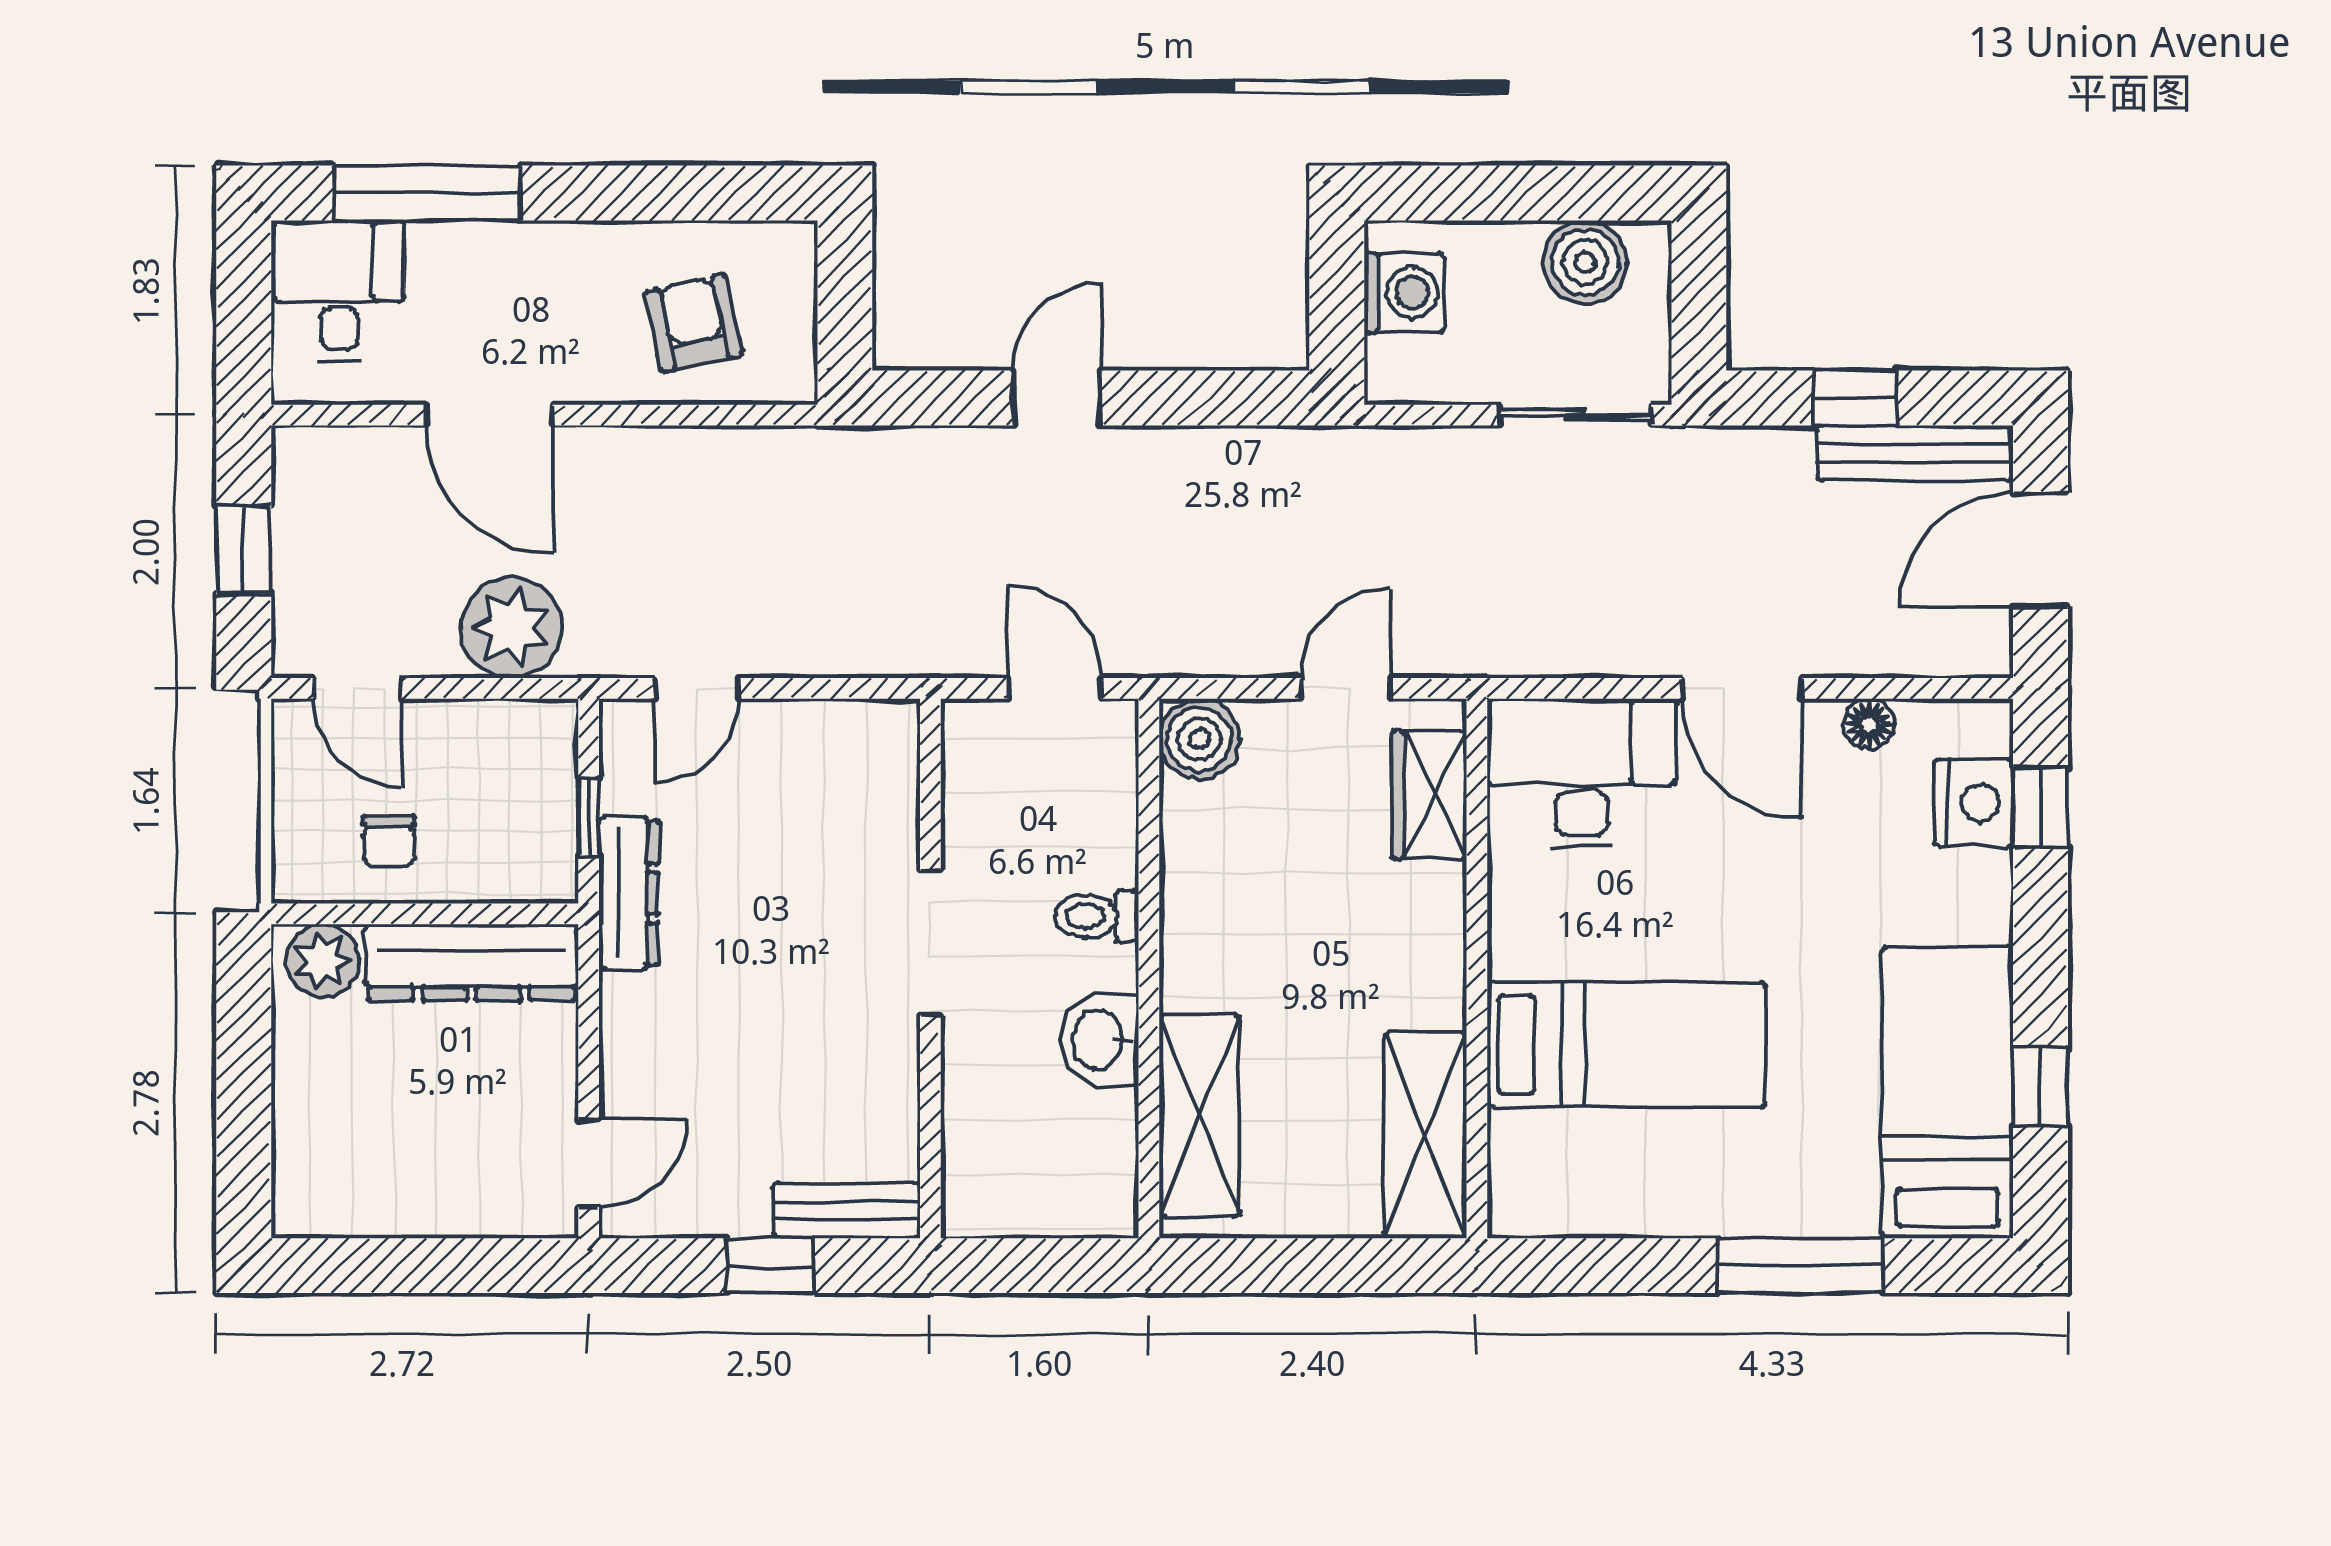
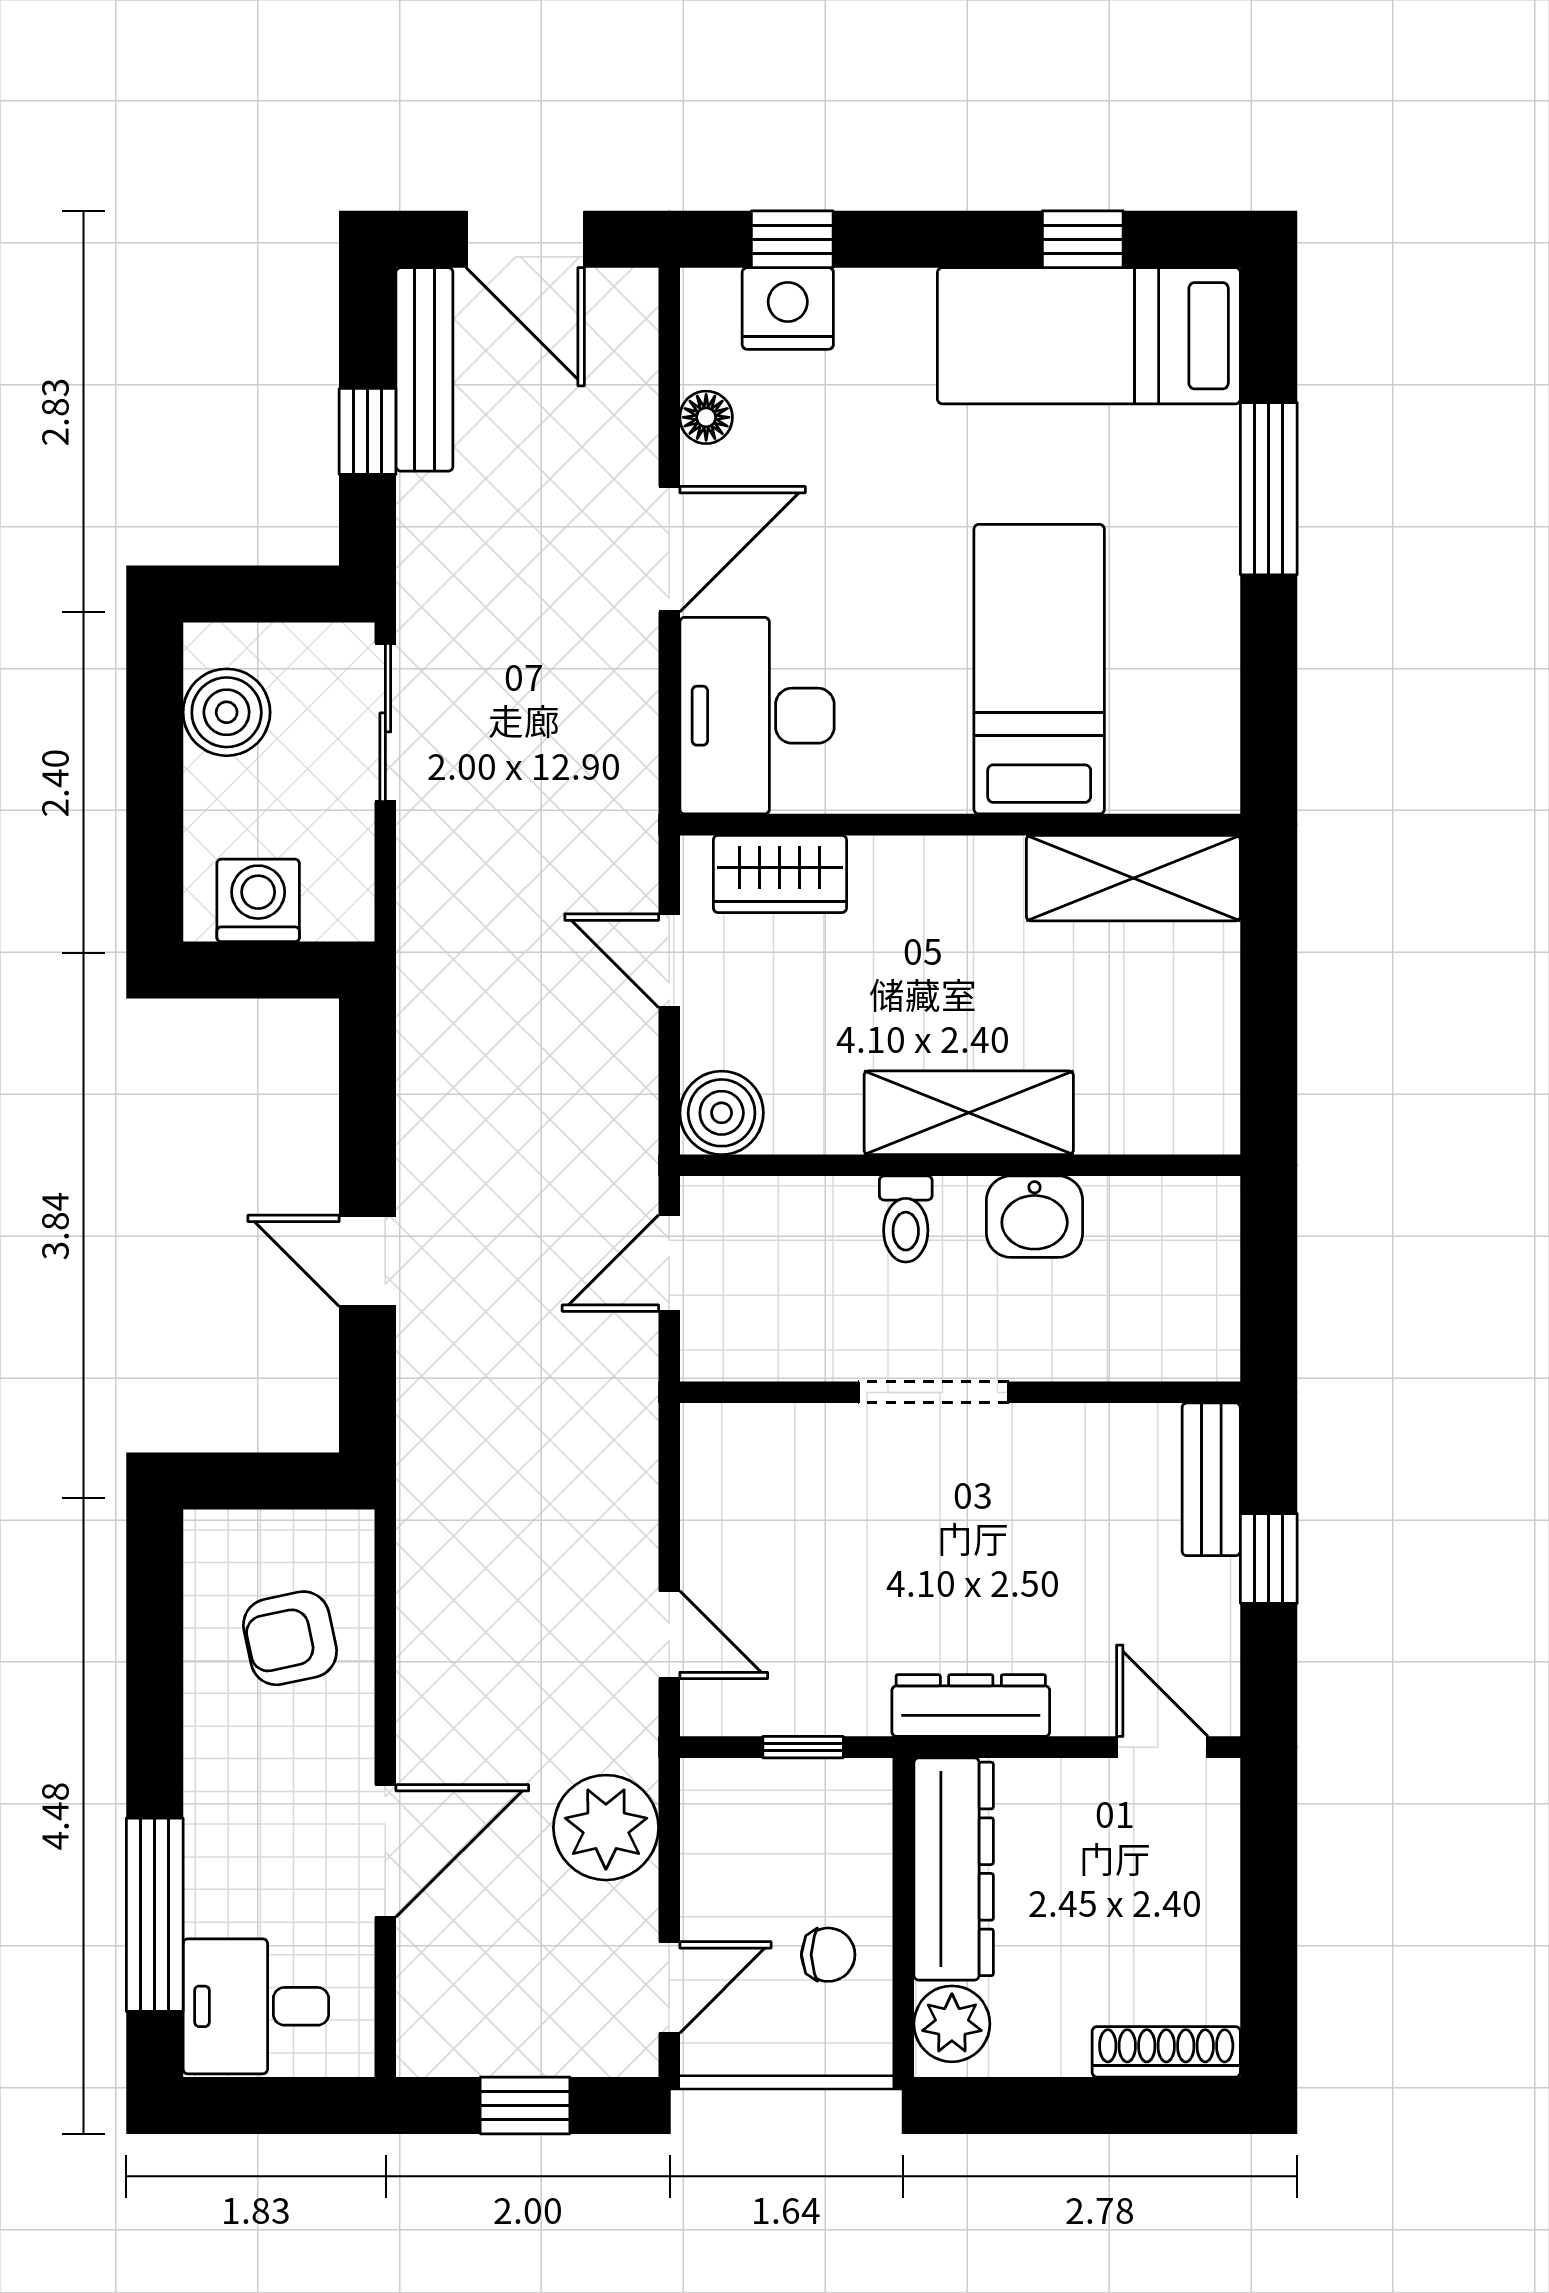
dresser: (629, 893) -> (971, 1706), moved
shelving: (1199, 1116) -> (969, 1113), moved
shoe rack: (295, 1167) -> (1166, 2052), added

